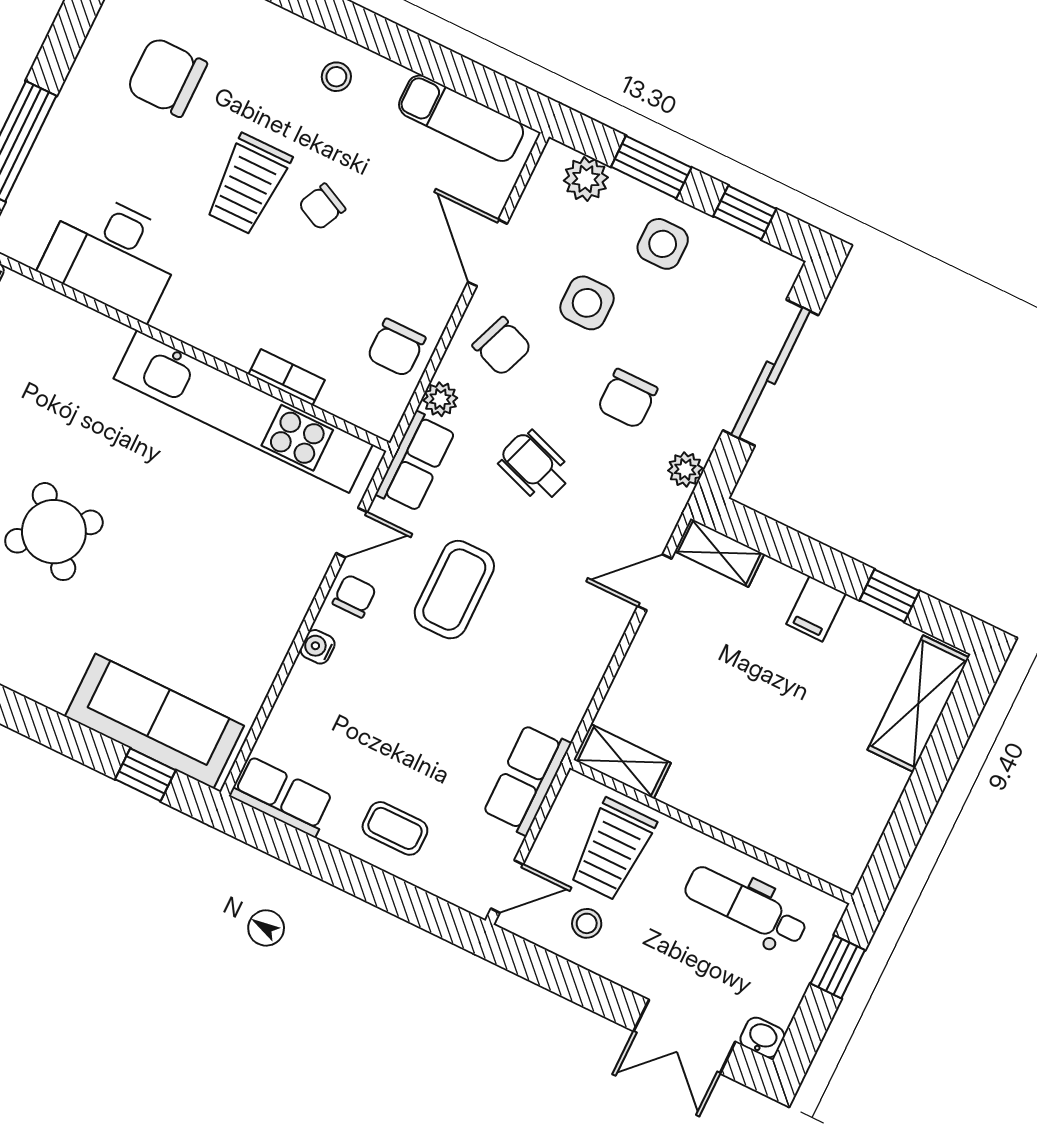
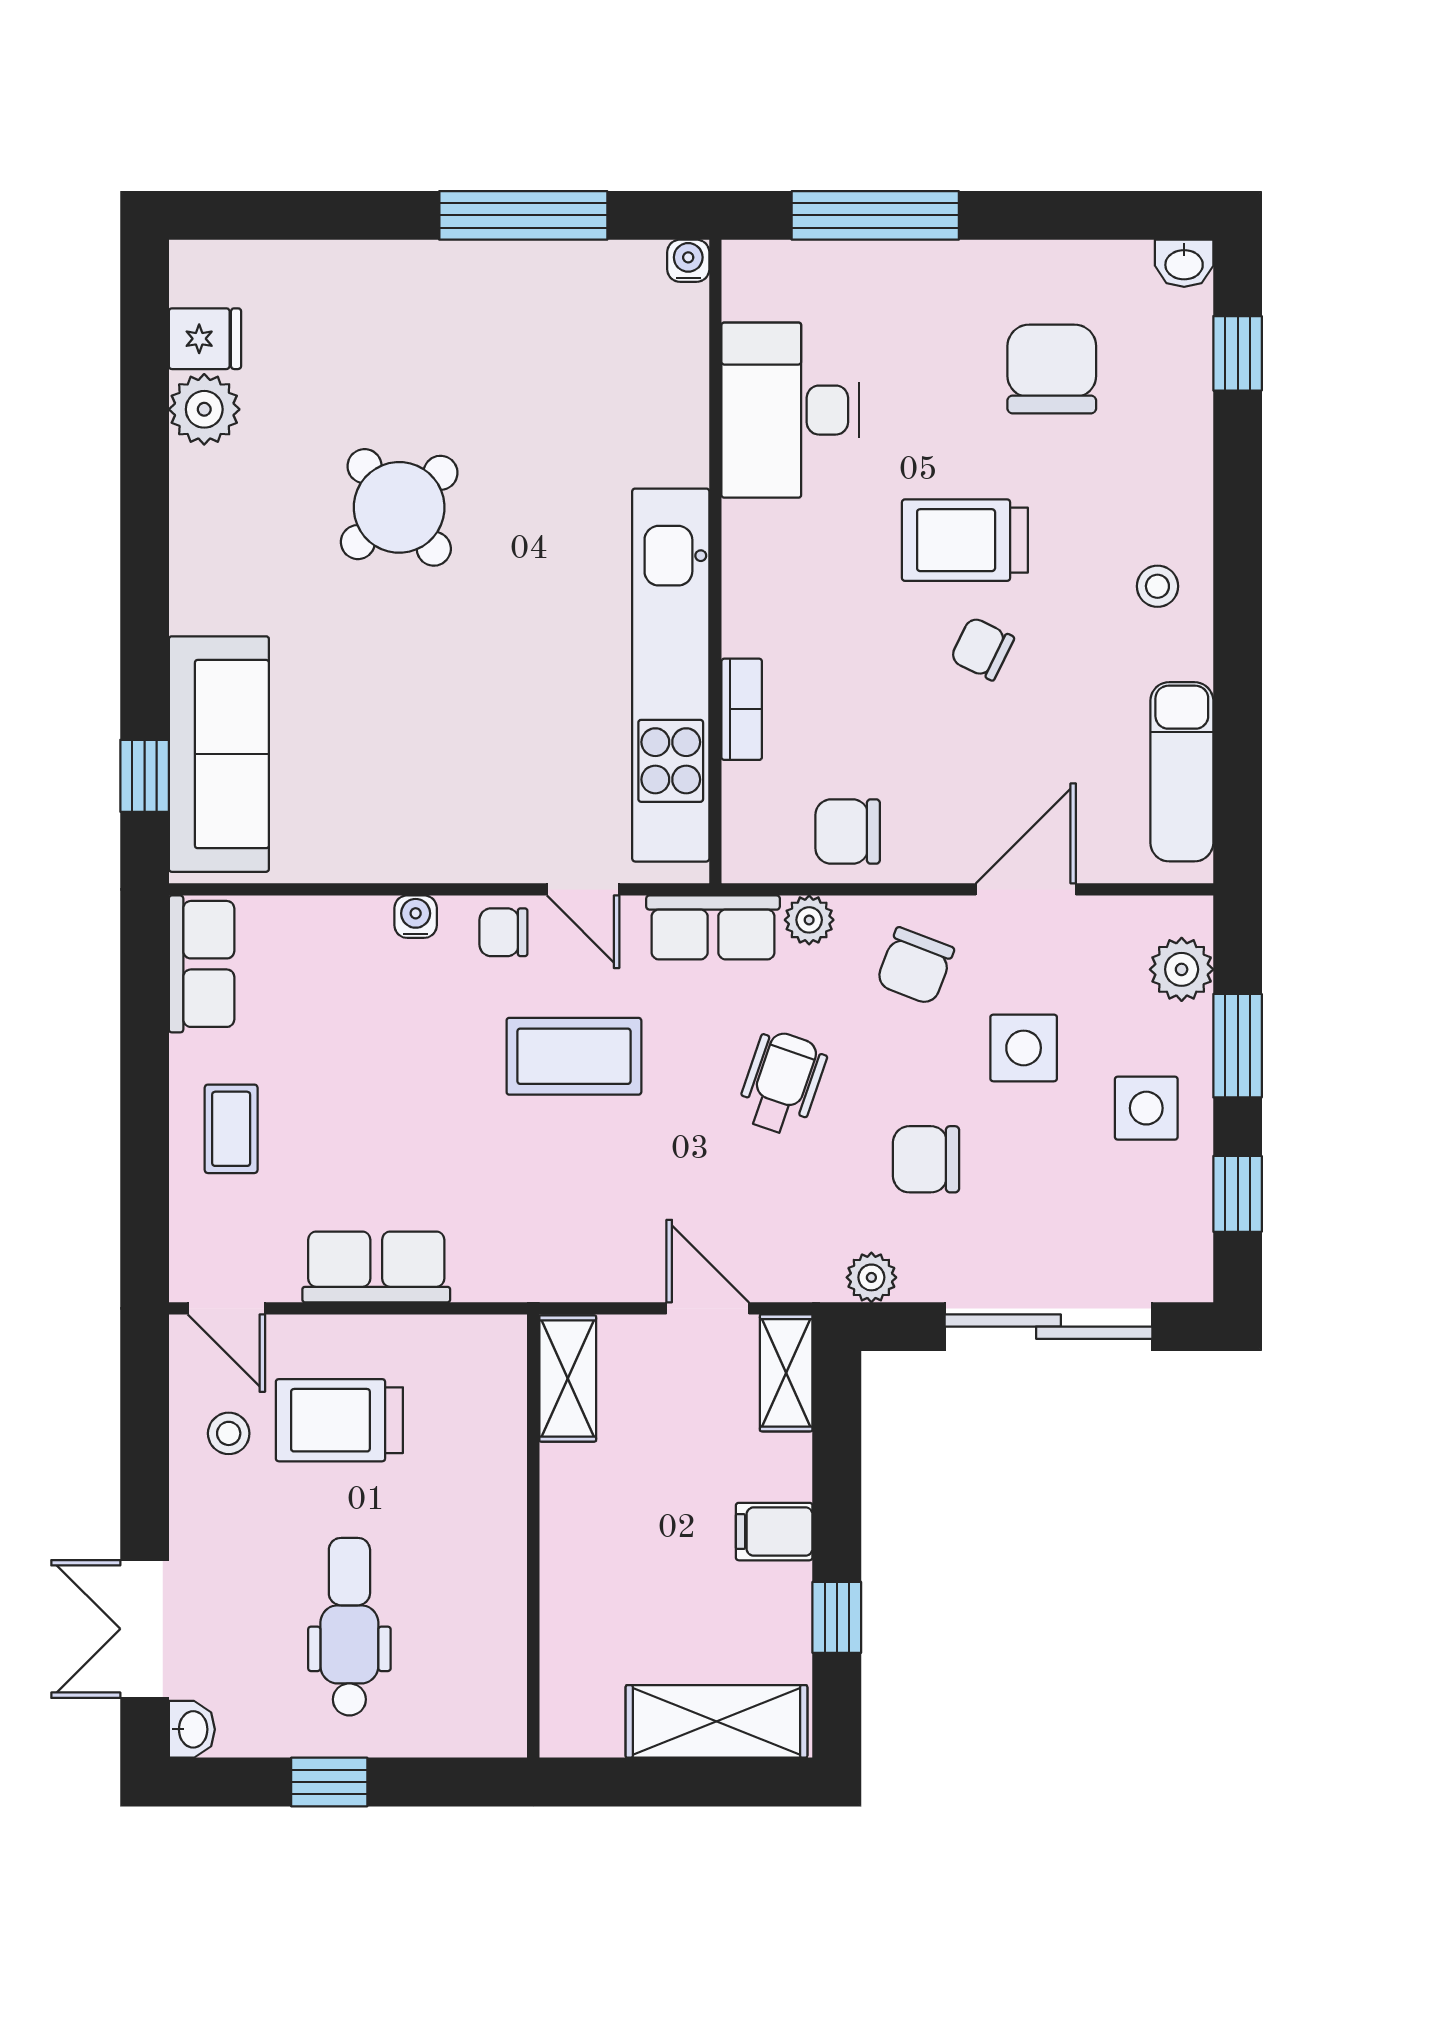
chair: (354, 596) -> (503, 932), turned 180
shelving: (622, 761) -> (568, 1378), moved
wall: (711, 832) -> (533, 1536), moved

